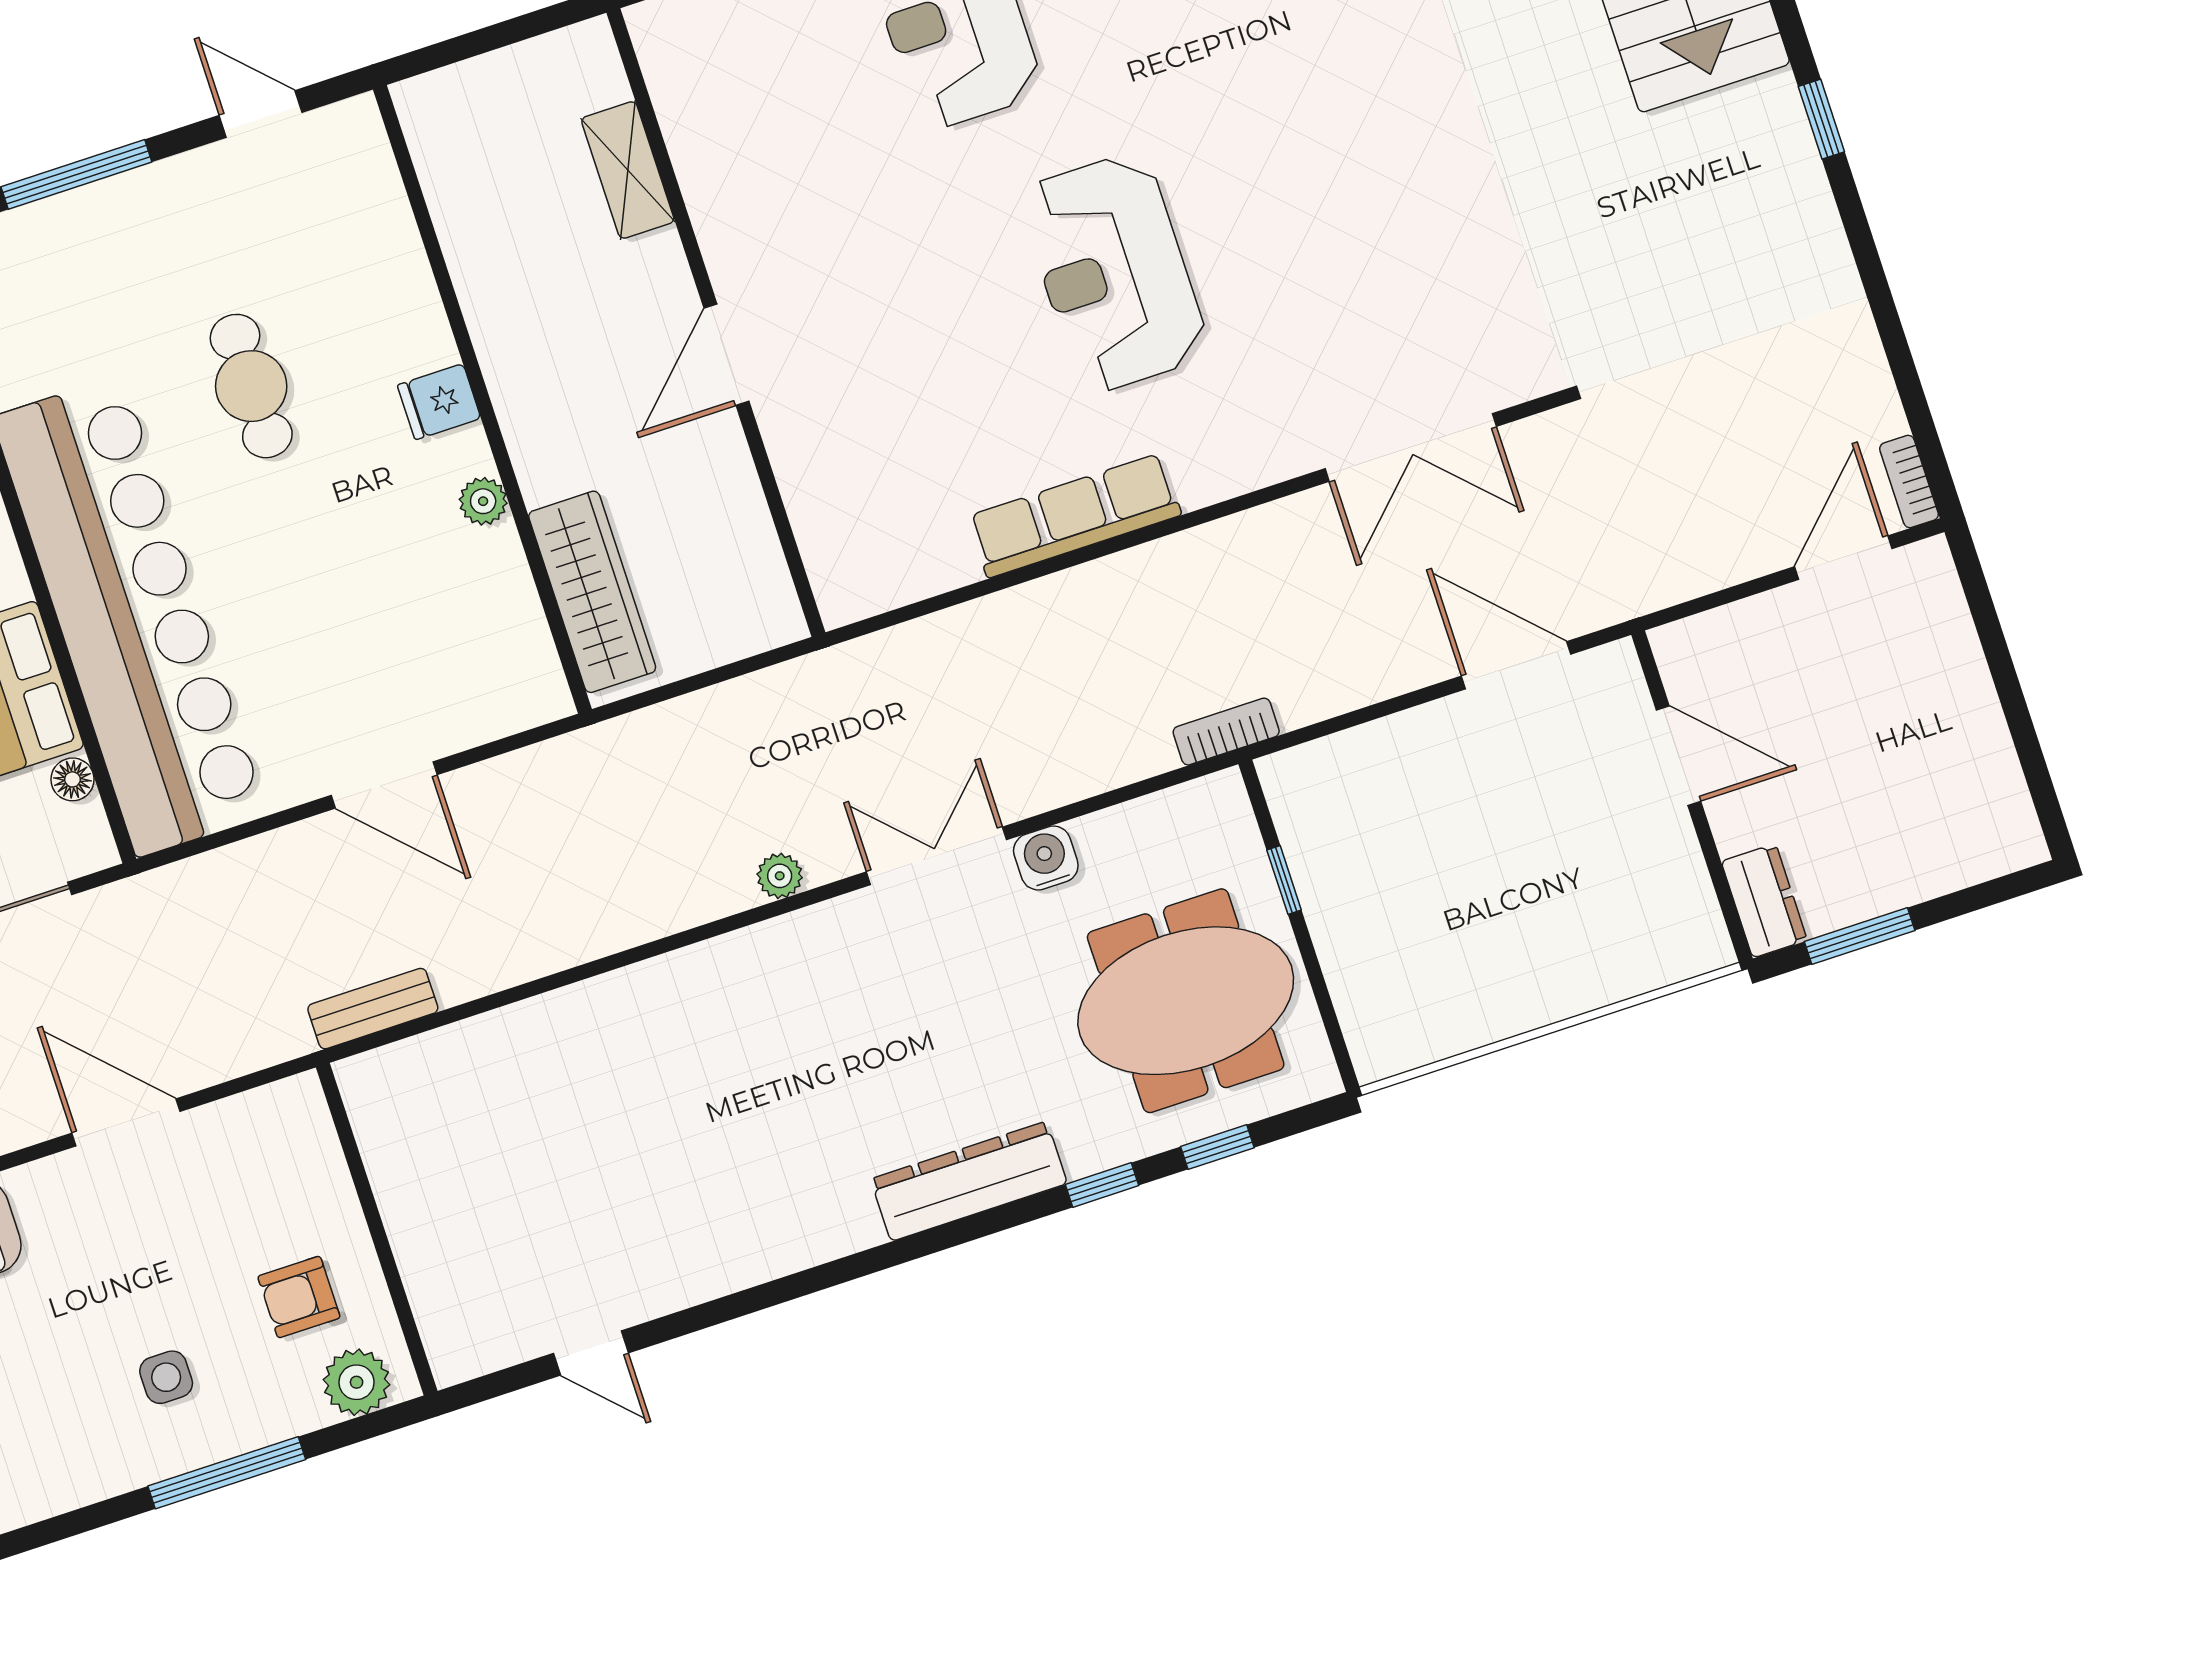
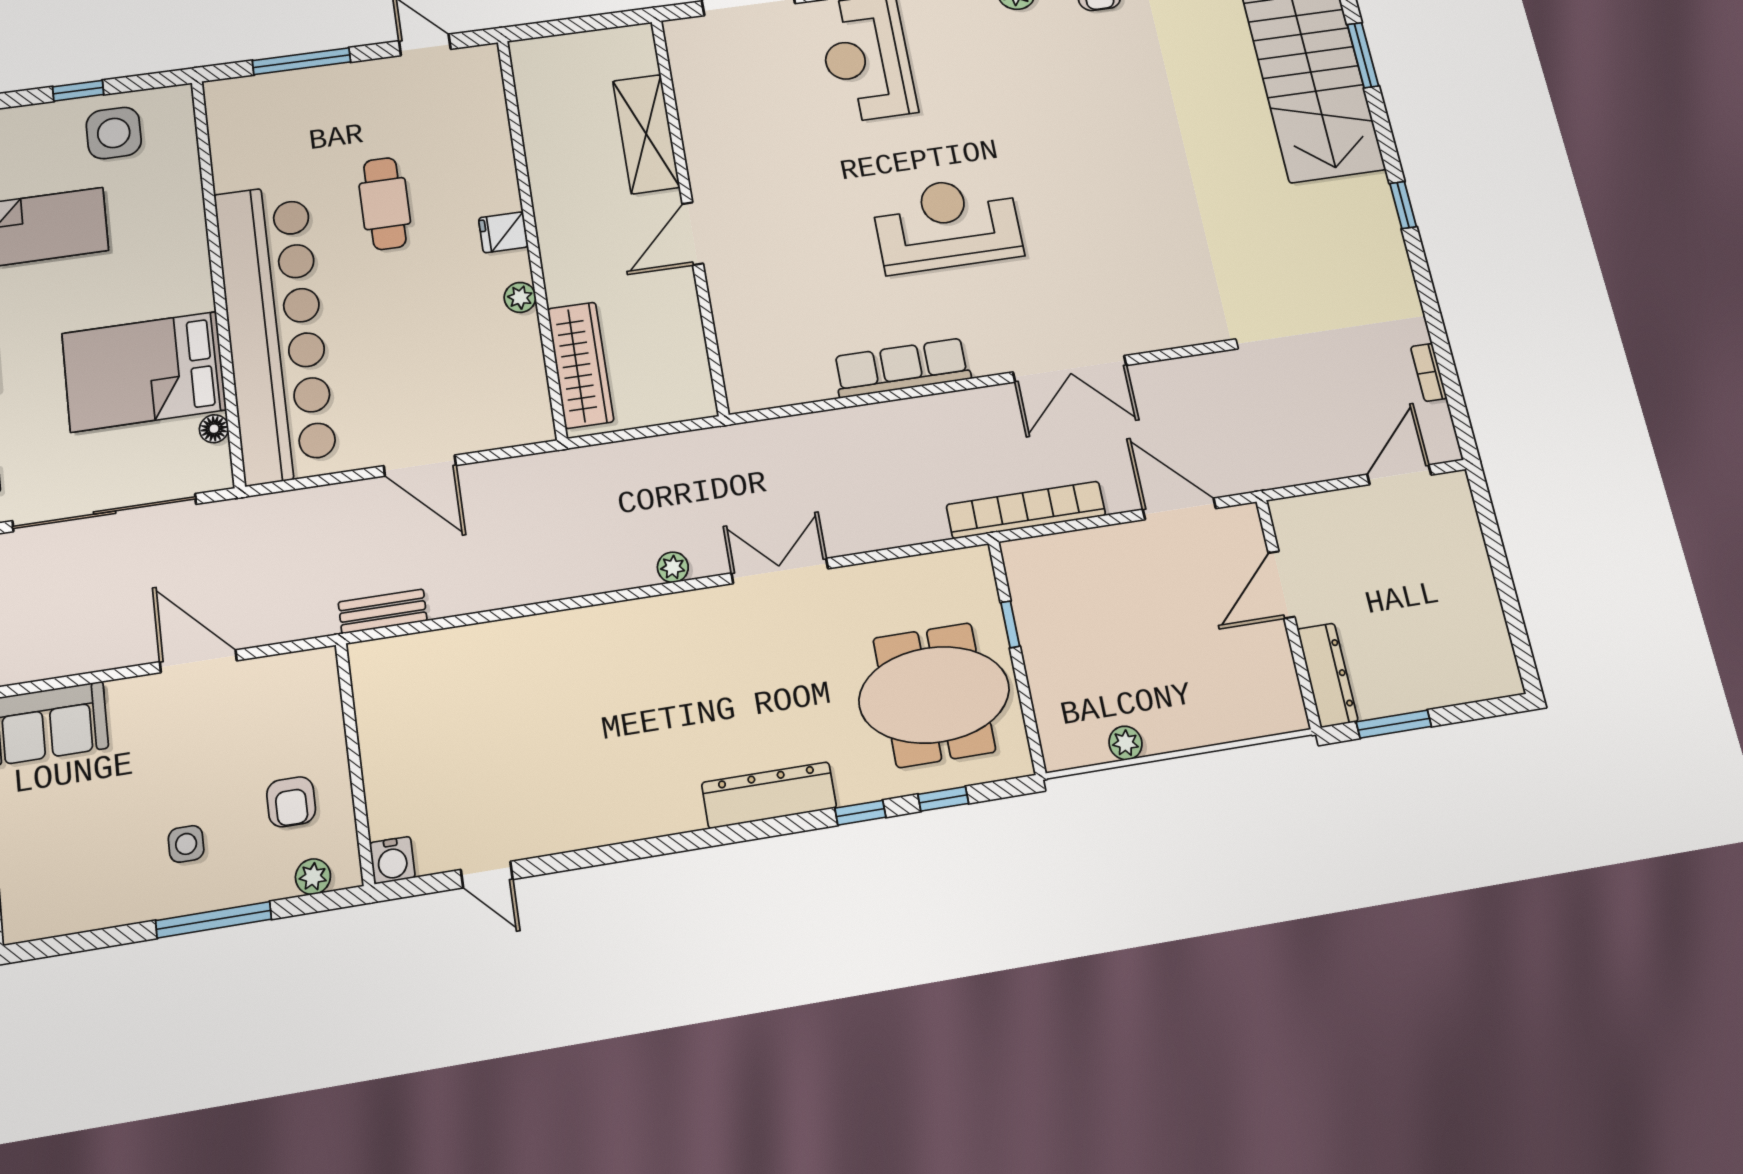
shelving: (628, 170) -> (646, 134), width x1.50, depth x1.33
reception desk: (1114, 273) -> (947, 224), turned 90
double door: (1411, 448) -> (1070, 369), moved
bookcase: (1909, 481) -> (1429, 372), moved
bookcase: (1226, 732) -> (1026, 510), width x2.31, depth x1.31
door: (1679, 756) -> (1281, 585), swing flipped
water cooler: (1046, 858) -> (392, 860), moved, turned 180
dresser: (1764, 901) -> (1327, 675), width x1.44
plant: (1471, 1026) -> (1125, 743), added
armchair: (299, 1297) -> (291, 802), turned -90
plant: (357, 1382) -> (313, 877), width x0.73, depth x0.73

